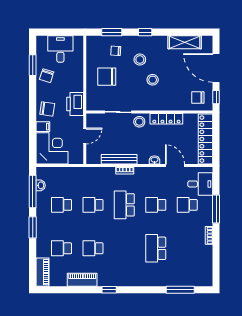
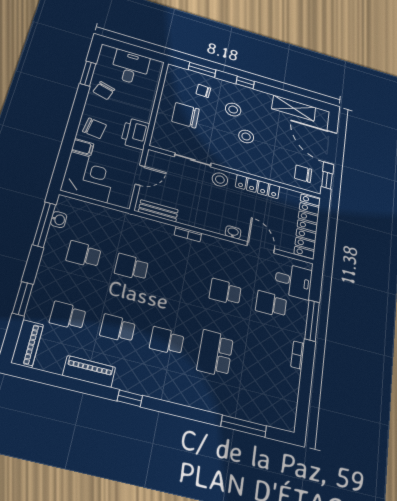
bench: (119, 159) -> (158, 211), moved, width x0.73
school desk: (124, 205) -> (167, 341), moved, width x0.54
window: (33, 227) -> (23, 299), moved

